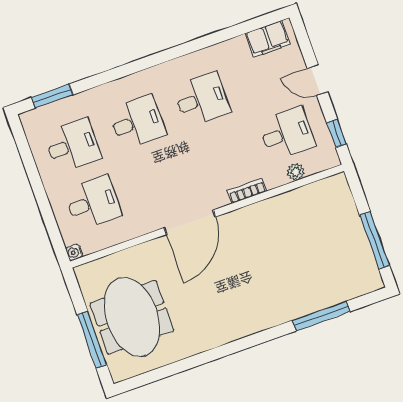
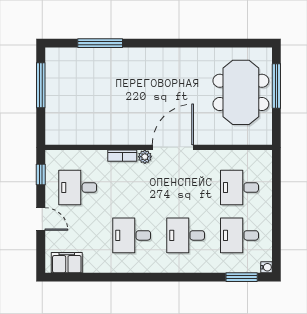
plant: (296, 172) -> (145, 157), moved
water cooler: (74, 252) -> (266, 267), moved

